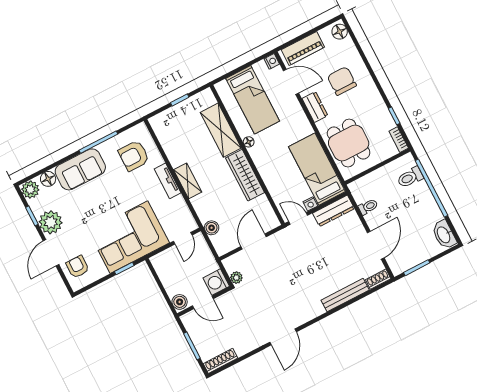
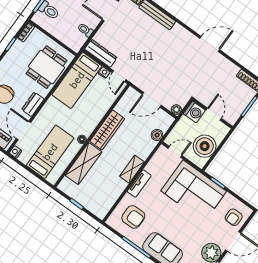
plant: (236, 278) -> (176, 110), moved
boiler: (180, 302) -> (205, 146), moved, width x1.86, depth x1.86

